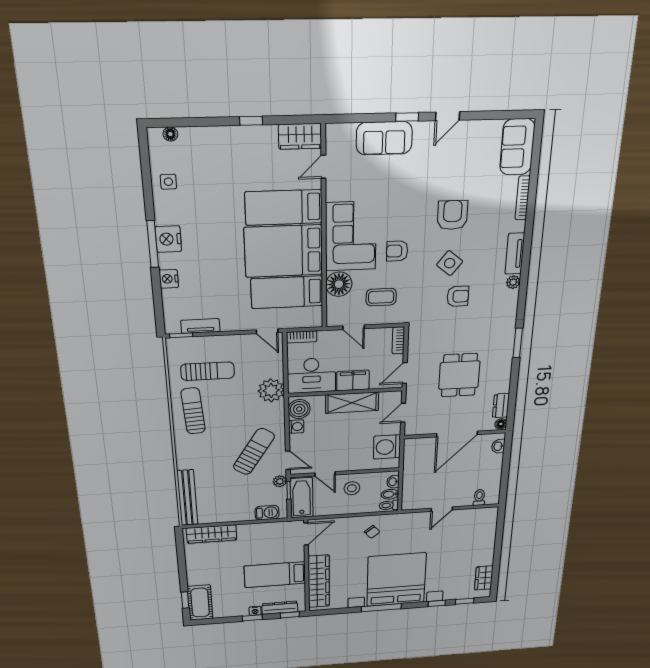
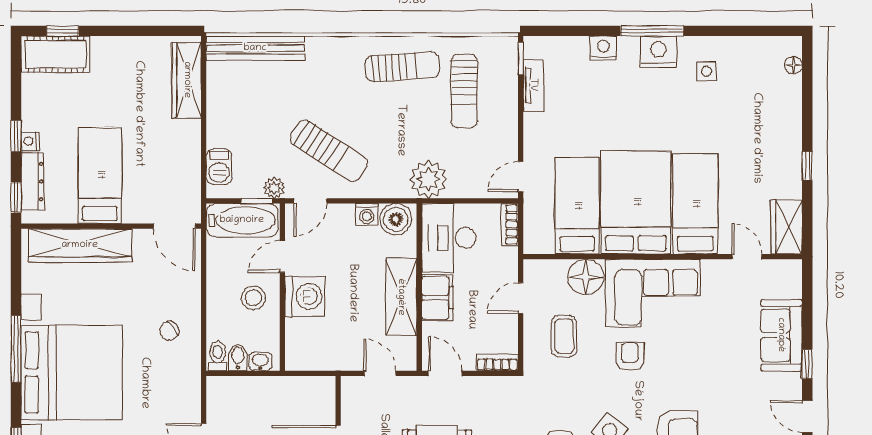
side table: (168, 182) -> (706, 71), moved
washing machine: (387, 447) -> (305, 296), moved, turned 90

